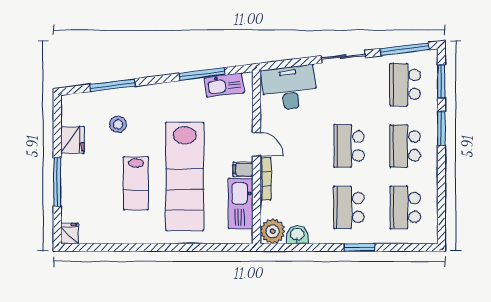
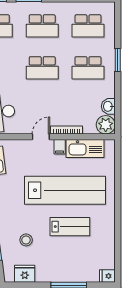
fridge: (72, 140) -> (25, 274), moved

